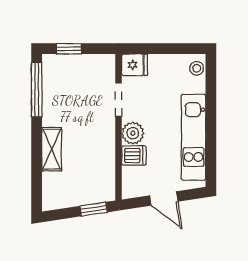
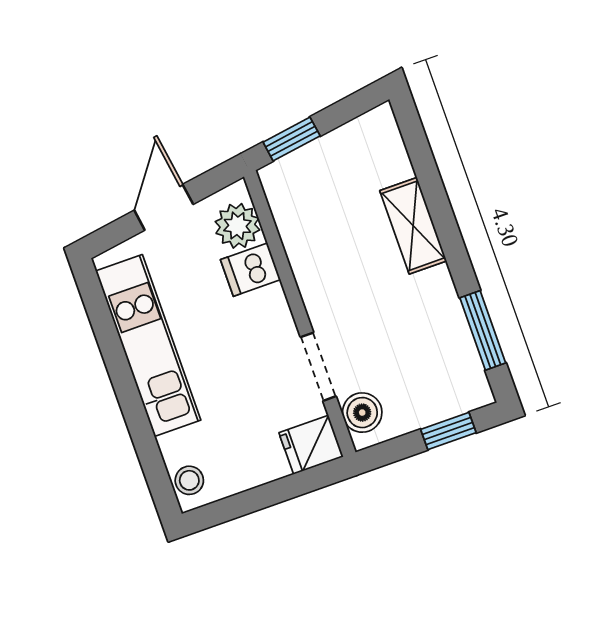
boiler: (106, 71) -> (362, 413), added
window: (37, 90) -> (483, 330), width x0.69
plant: (133, 133) -> (237, 226), moved
door: (164, 198) -> (164, 207), hinge flipped

